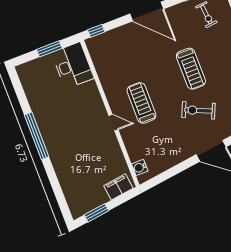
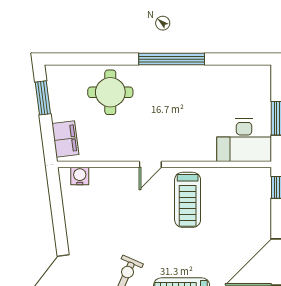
treadmill: (141, 103) -> (188, 200), moved, turned 90
round table: (75, 169) -> (110, 92), added

